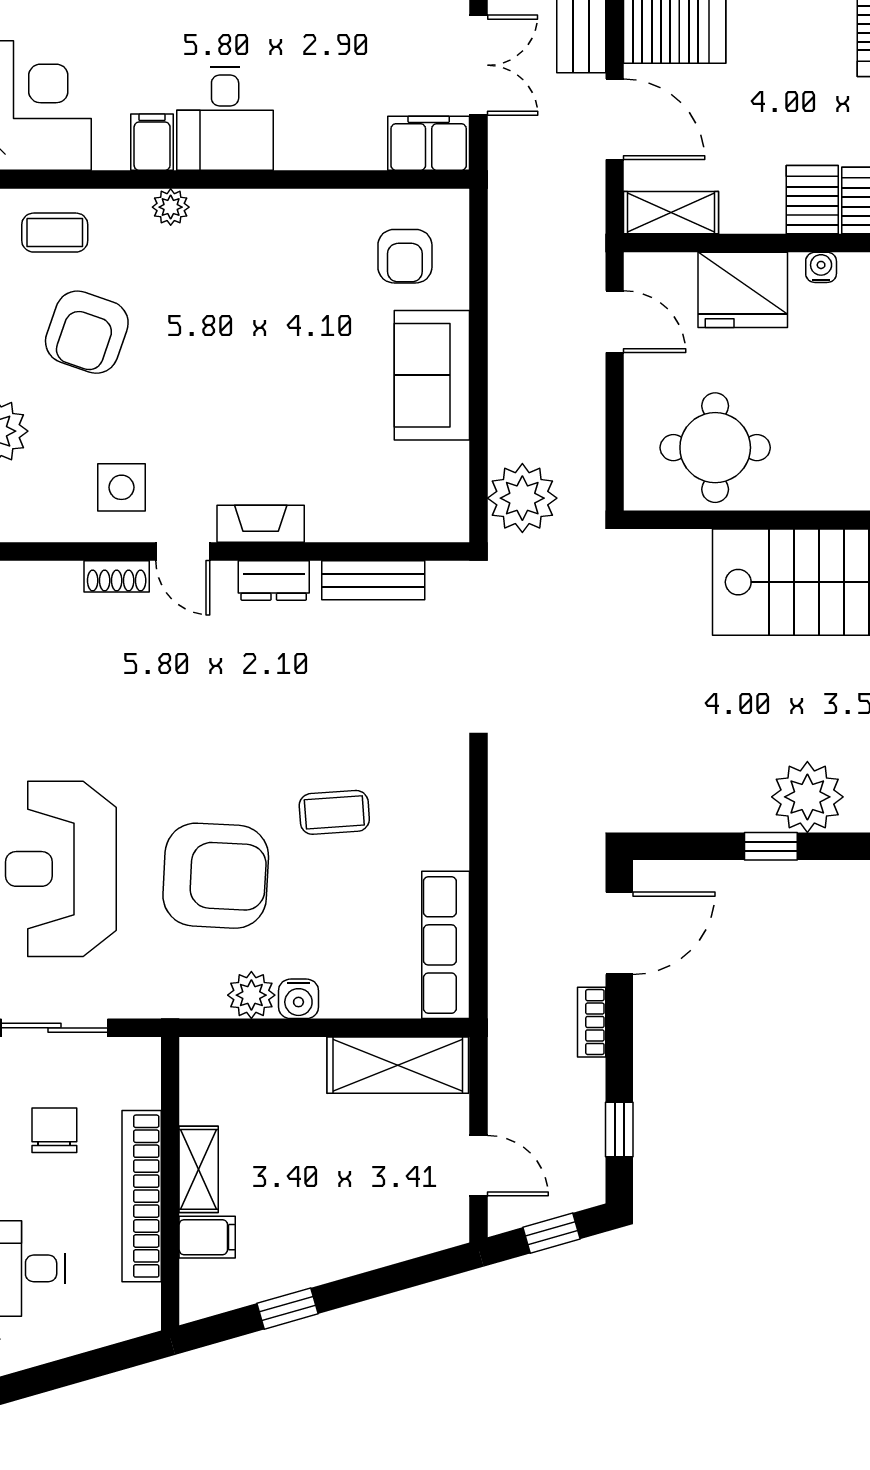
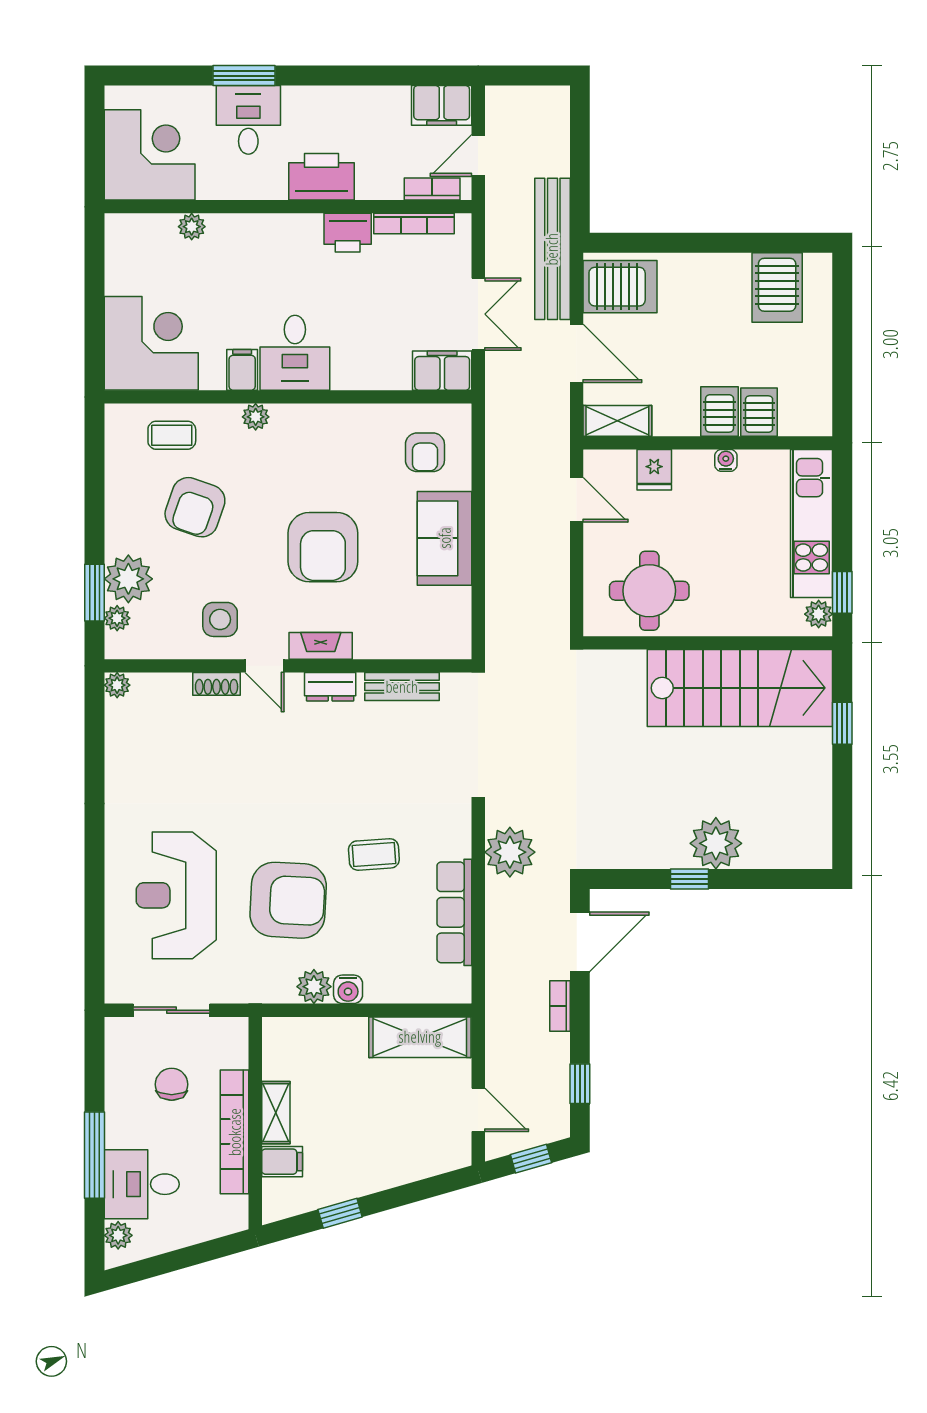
fridge: (743, 290) -> (654, 470), width x0.53, depth x0.75
armchair: (264, 387) -> (323, 547), added
plant: (522, 498) -> (510, 852), moved
row of seats: (446, 945) -> (454, 912), moved

